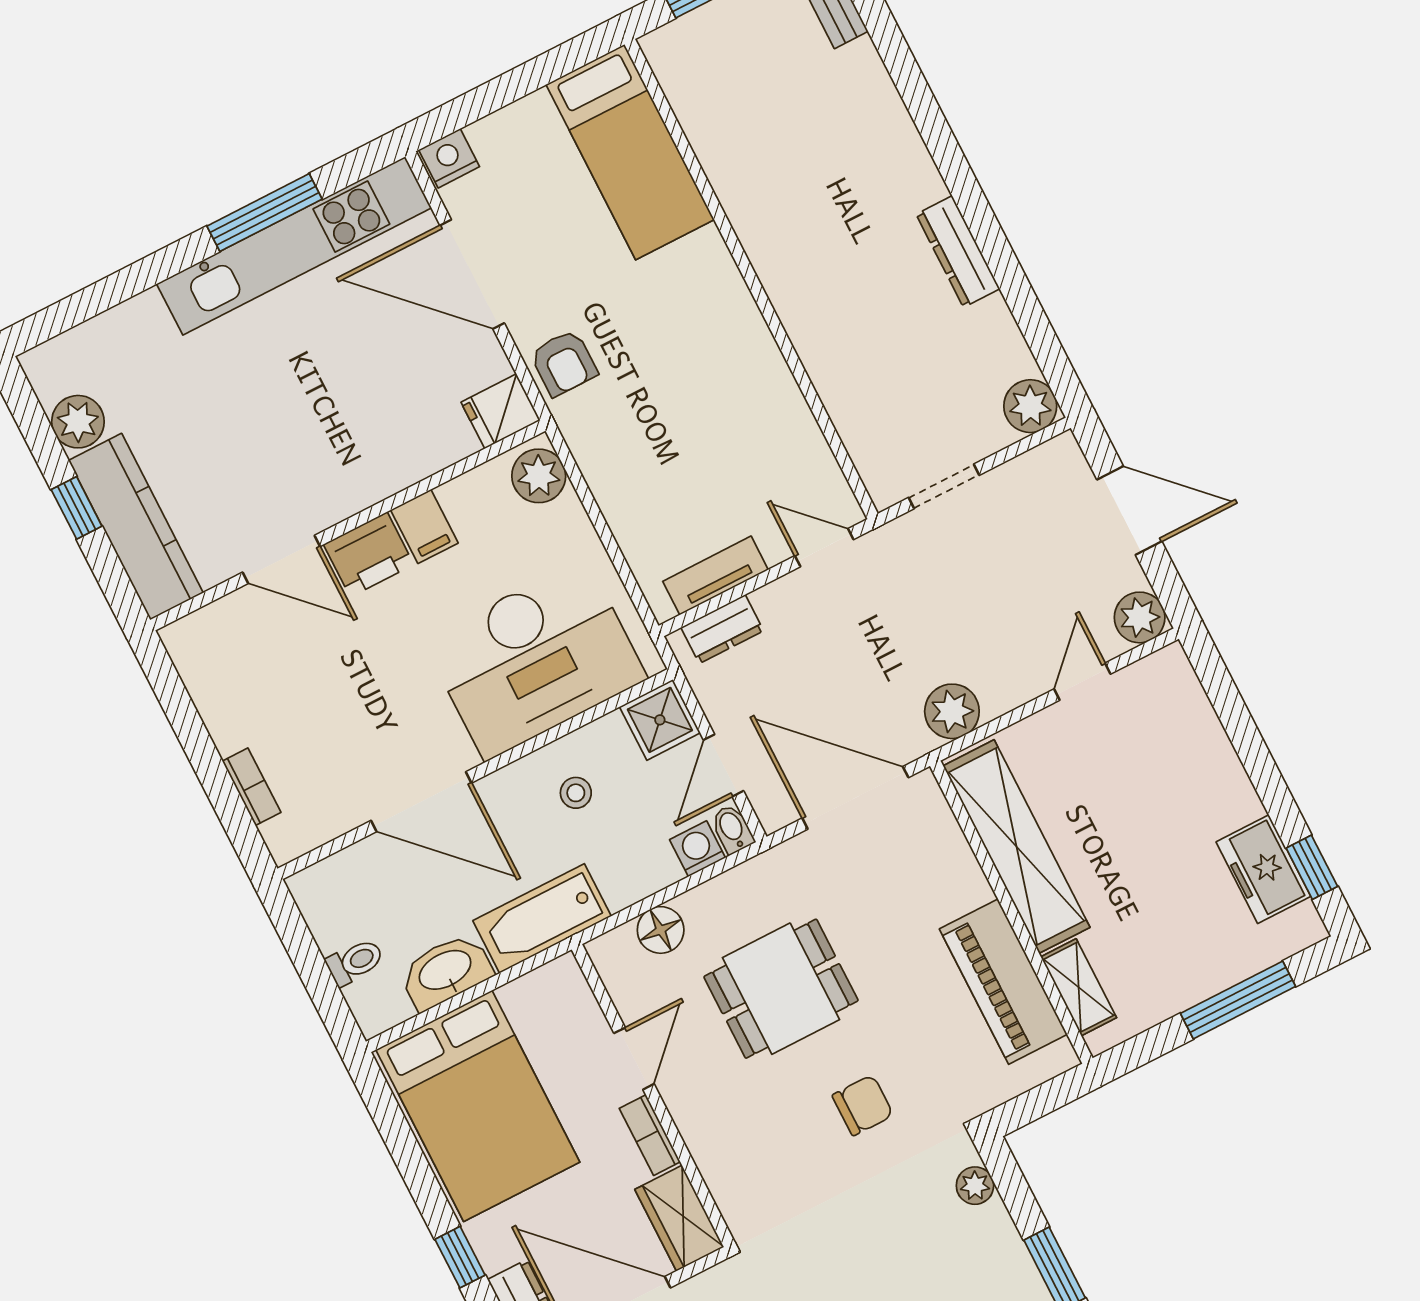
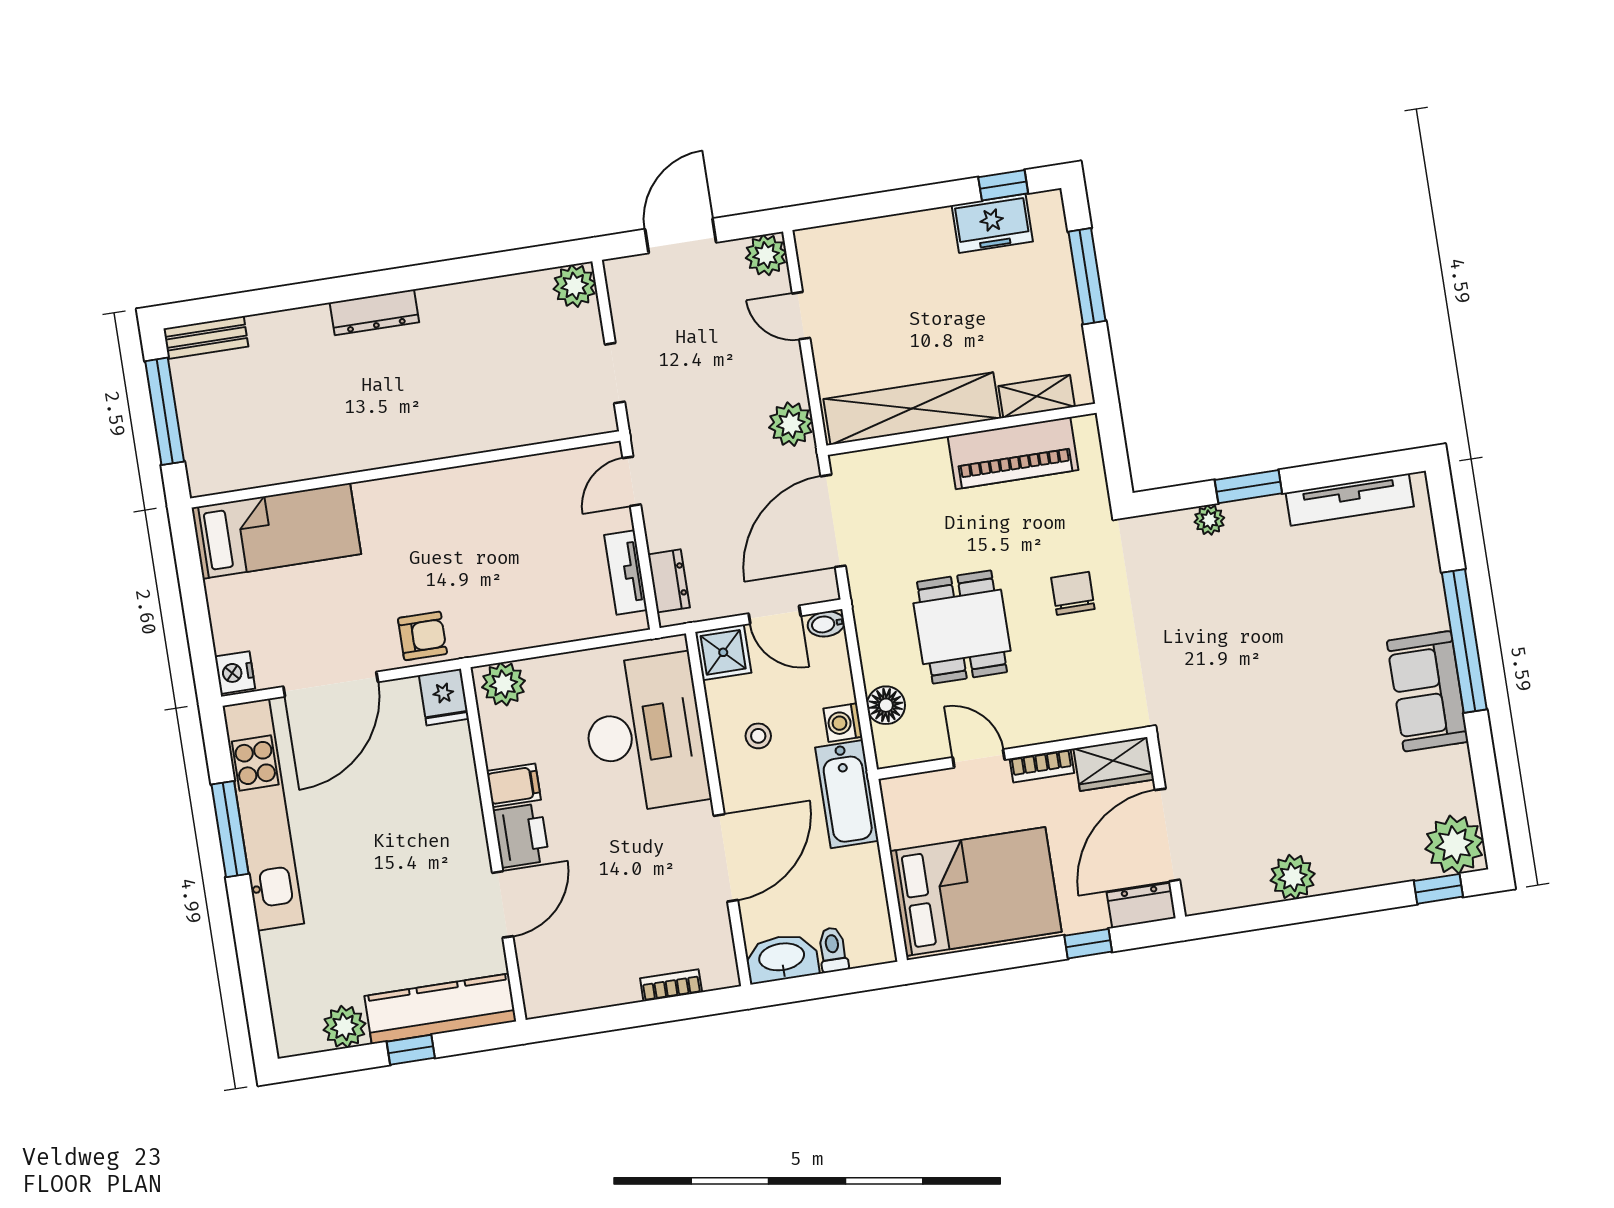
dresser: (958, 252) -> (374, 312), moved
washing machine: (698, 849) -> (843, 723), moved
washbasin: (446, 971) -> (782, 958), moved, turned 90
plant: (975, 1186) -> (1209, 520), moved

